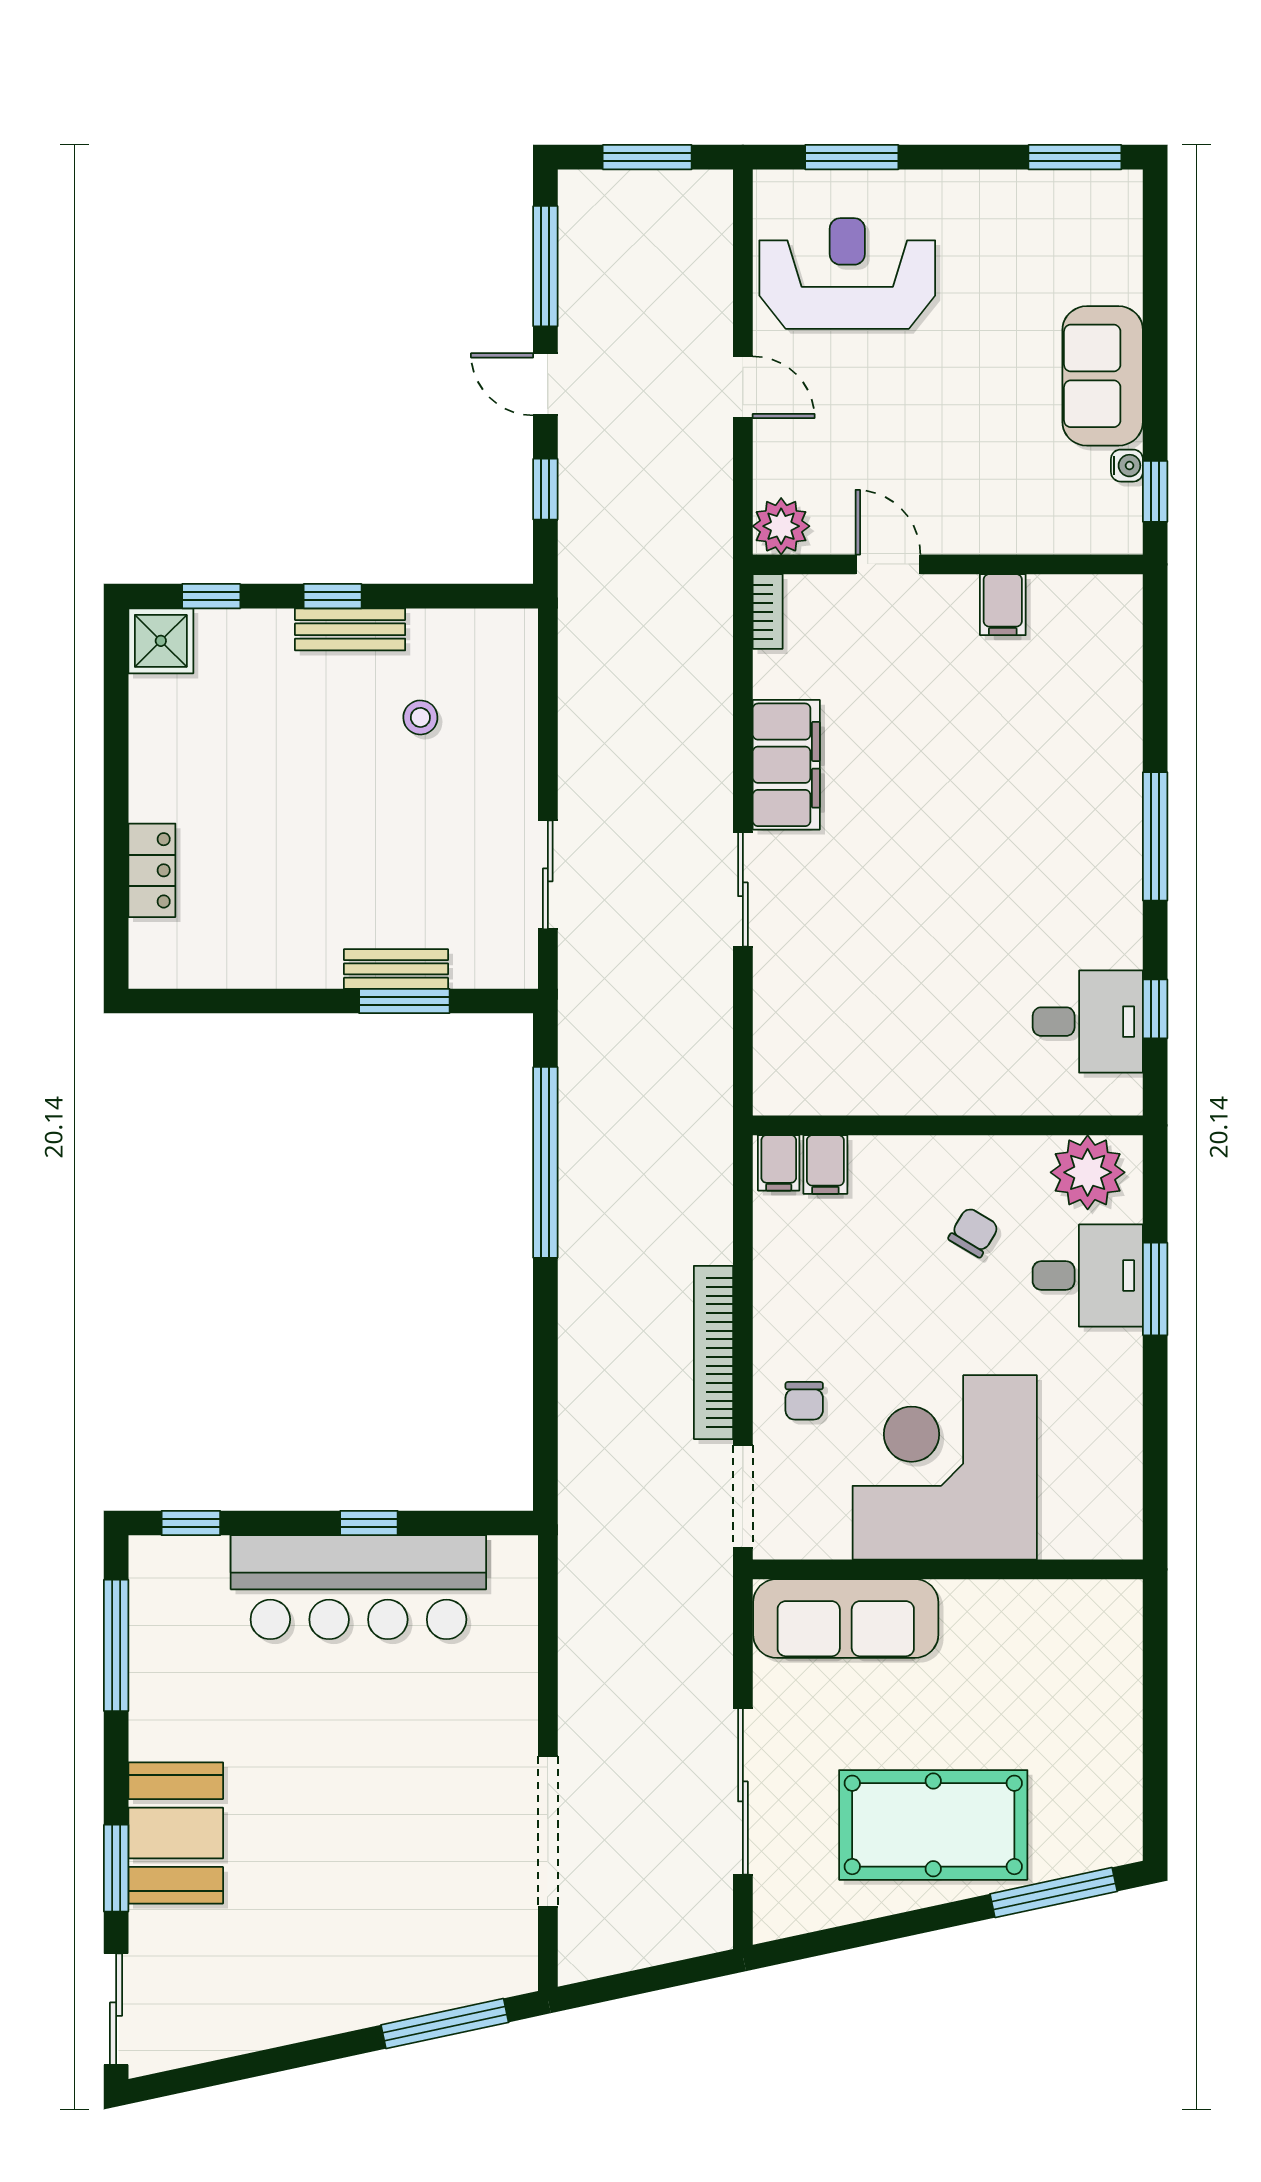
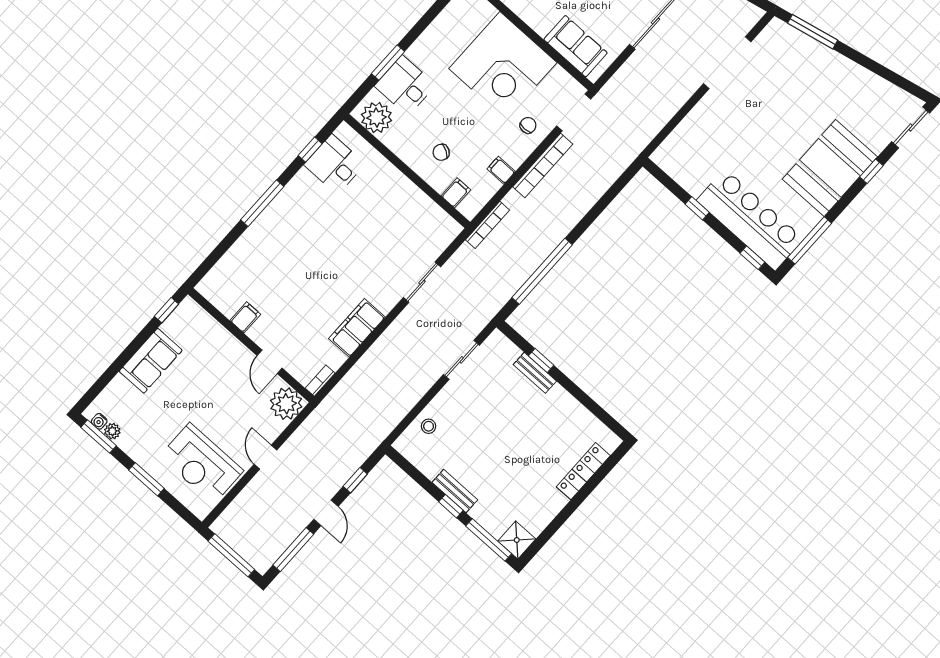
window: (647, 157) -> (231, 555), width x1.44
window: (852, 157) -> (147, 479), moved
plant: (1059, 189) -> (112, 431), added
water cooler: (1127, 466) -> (99, 421), moved, turned -90
plant: (781, 526) -> (286, 404), width x1.36, depth x1.36
window: (211, 596) -> (489, 540), width x2.17
stool: (420, 717) -> (429, 426), moved
locker: (152, 870) -> (583, 471), width x1.53
sliding door: (743, 889) -> (422, 282), moved
window: (404, 1001) -> (541, 361), width x0.67
bookcase: (717, 1158) -> (487, 225), added
filing cabinet: (779, 1163) -> (501, 170), moved, turned -90
chair: (974, 1232) -> (441, 152), moved
bar counter: (358, 1587) -> (750, 220), moved
sofa: (846, 1618) -> (576, 46), width x0.73
booth: (176, 1833) -> (830, 168), width x1.36, depth x1.42
window: (116, 1868) -> (871, 171), width x0.67

